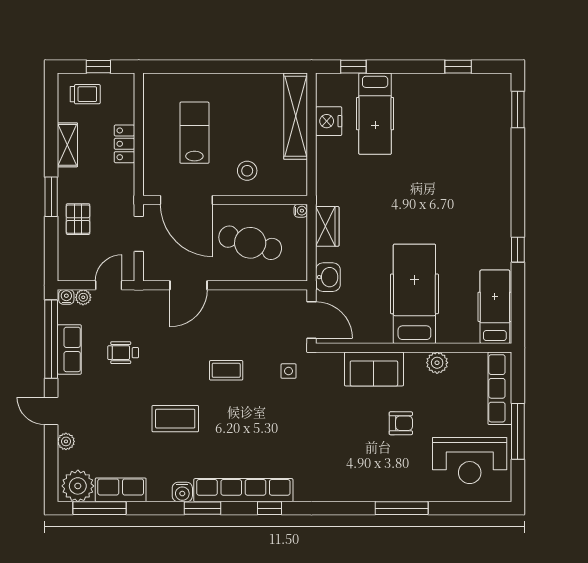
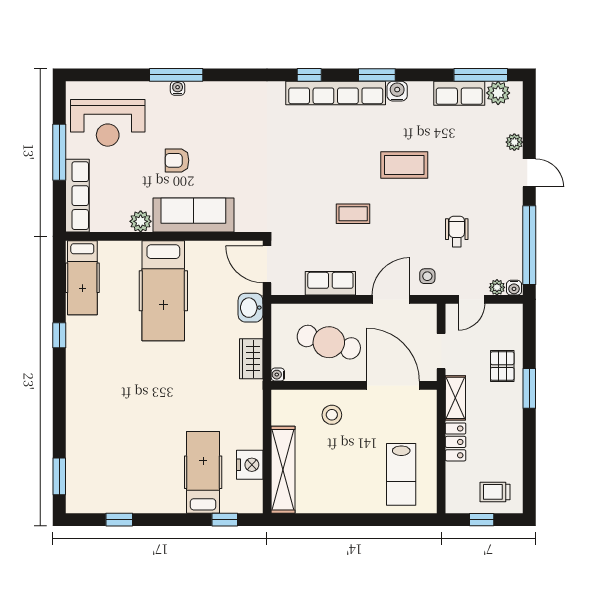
lab bench: (194, 133) -> (401, 474), moved
shelving: (67, 145) -> (455, 398), moved
row of seats: (69, 349) -> (330, 283), moved, turned 90
wheelchair: (123, 353) -> (457, 232), turned -90
sofa: (374, 369) -> (193, 215), width x1.36
side table: (289, 371) -> (427, 276), moved
reception desk: (470, 461) -> (108, 123), turned 180
plant: (78, 486) -> (498, 93), width x0.73, depth x0.73
water cooler: (400, 495) -> (178, 88), added

